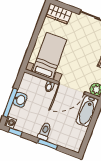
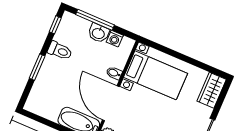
washing machine: (10, 122) -> (115, 39), moved
toilet: (45, 132) -> (60, 51), moved

